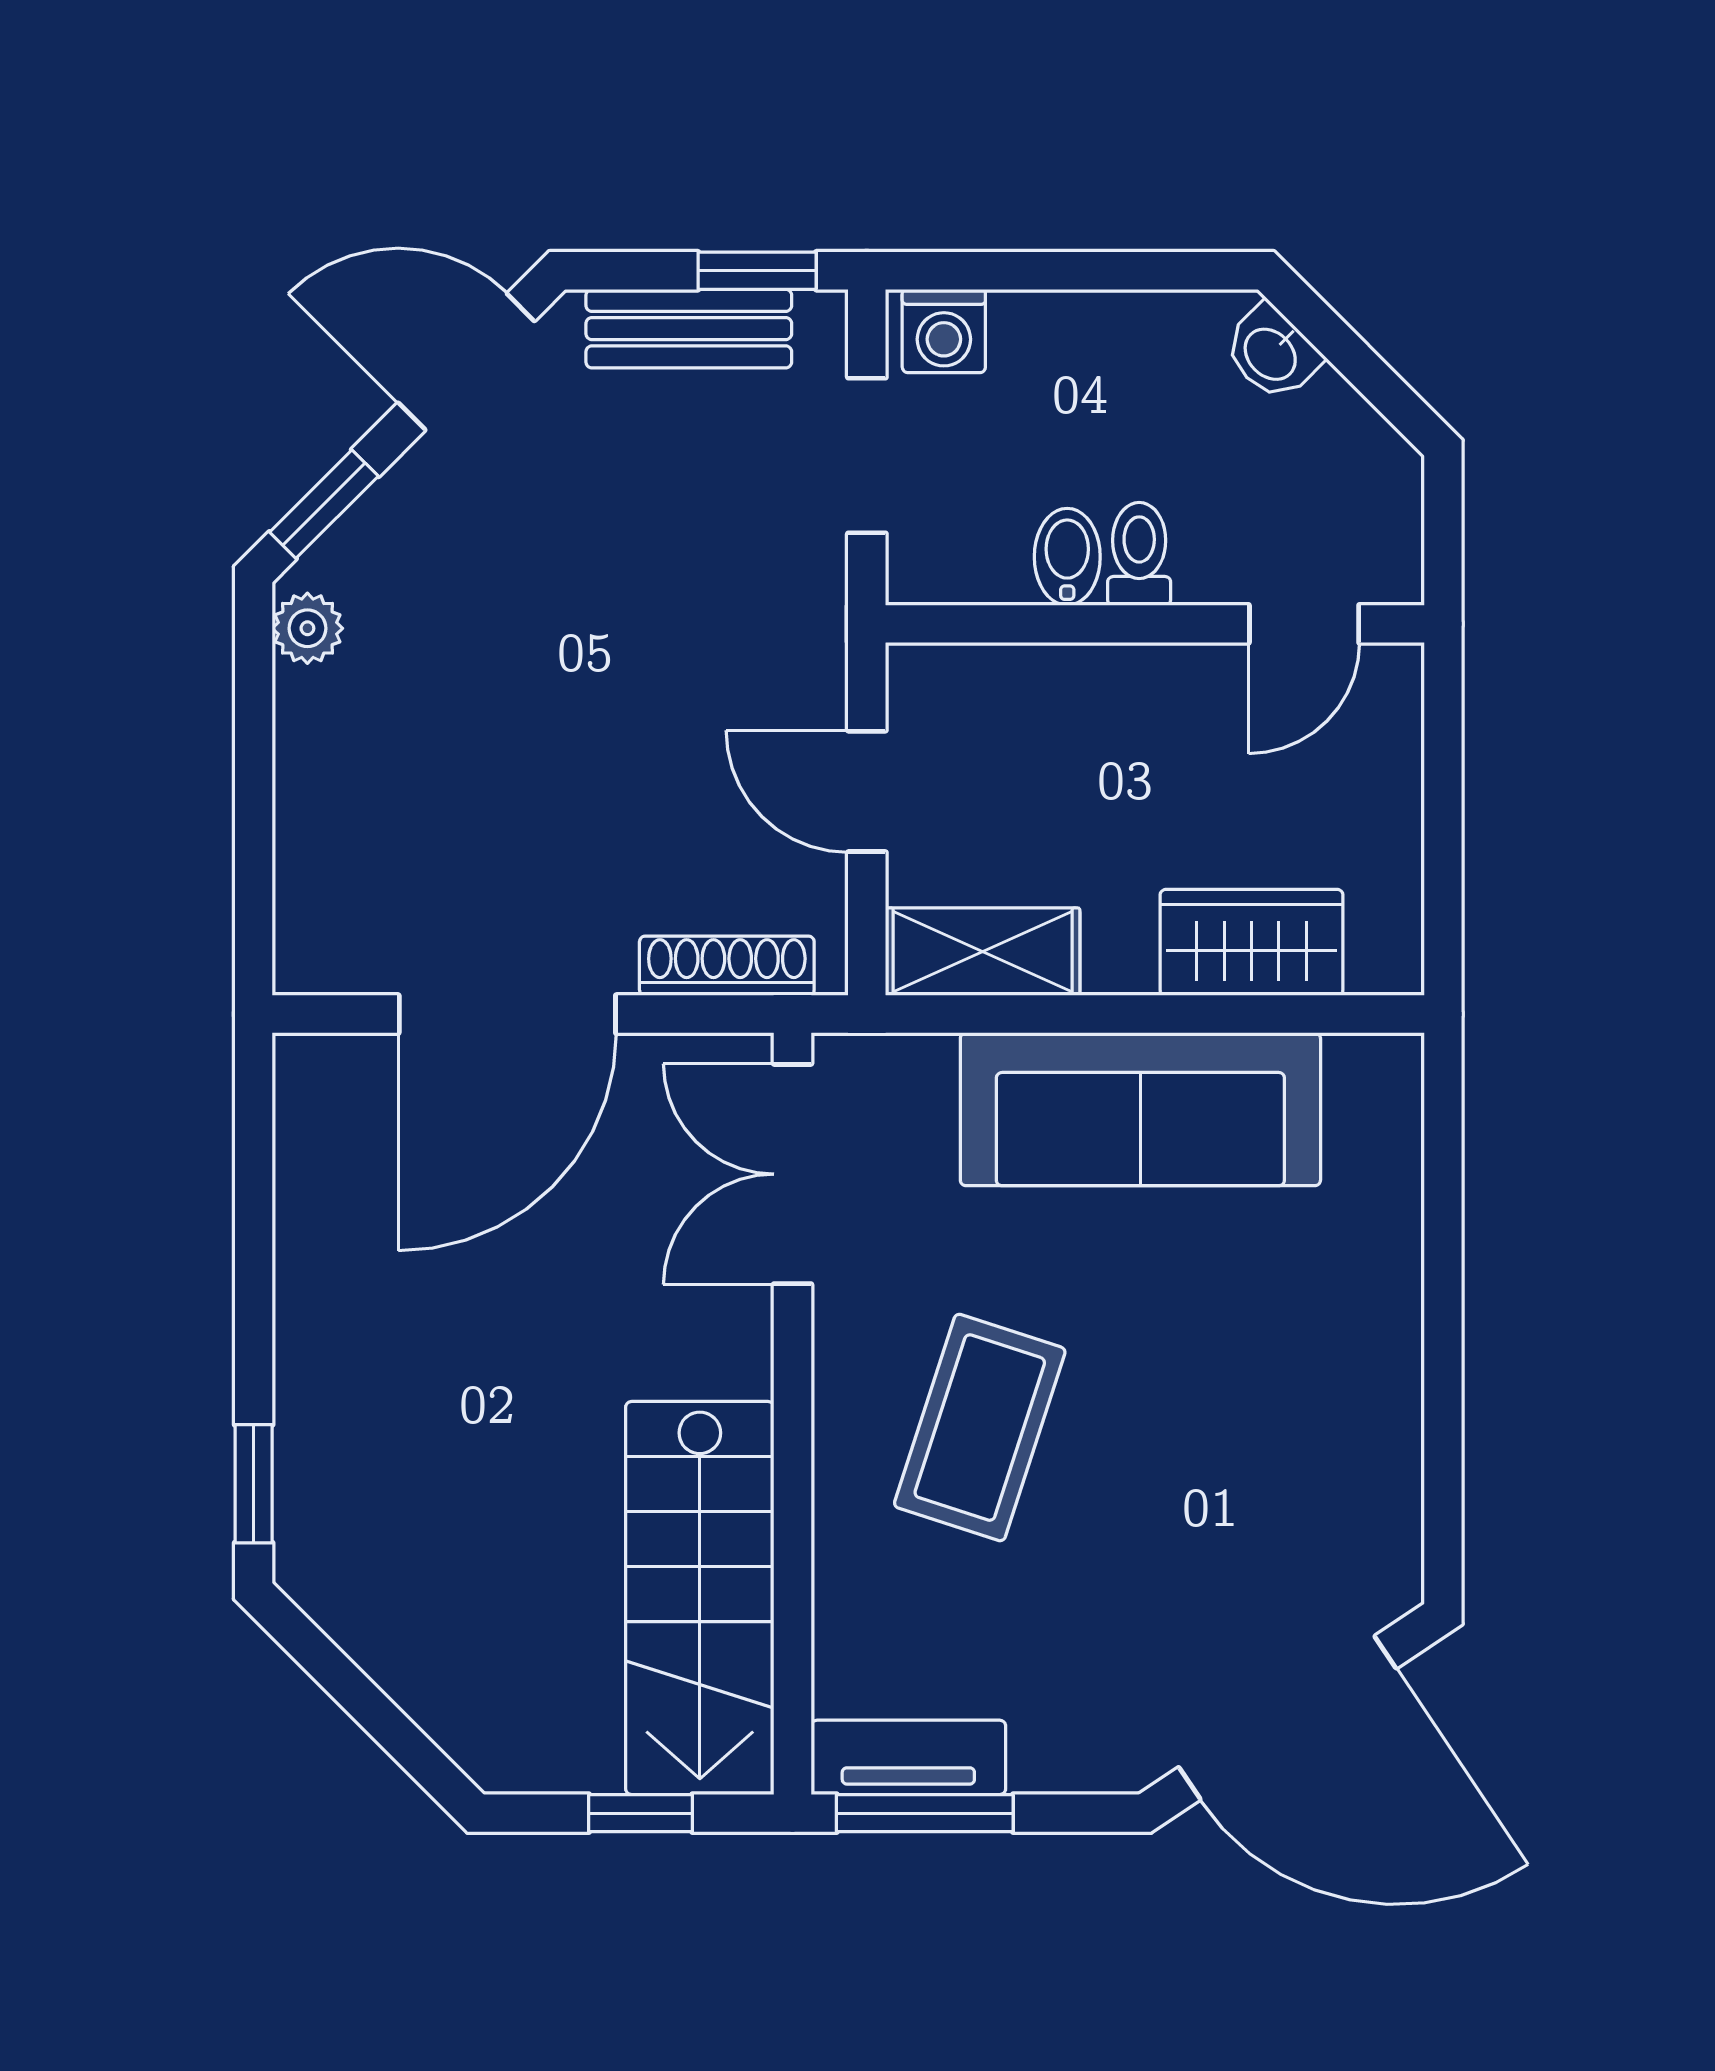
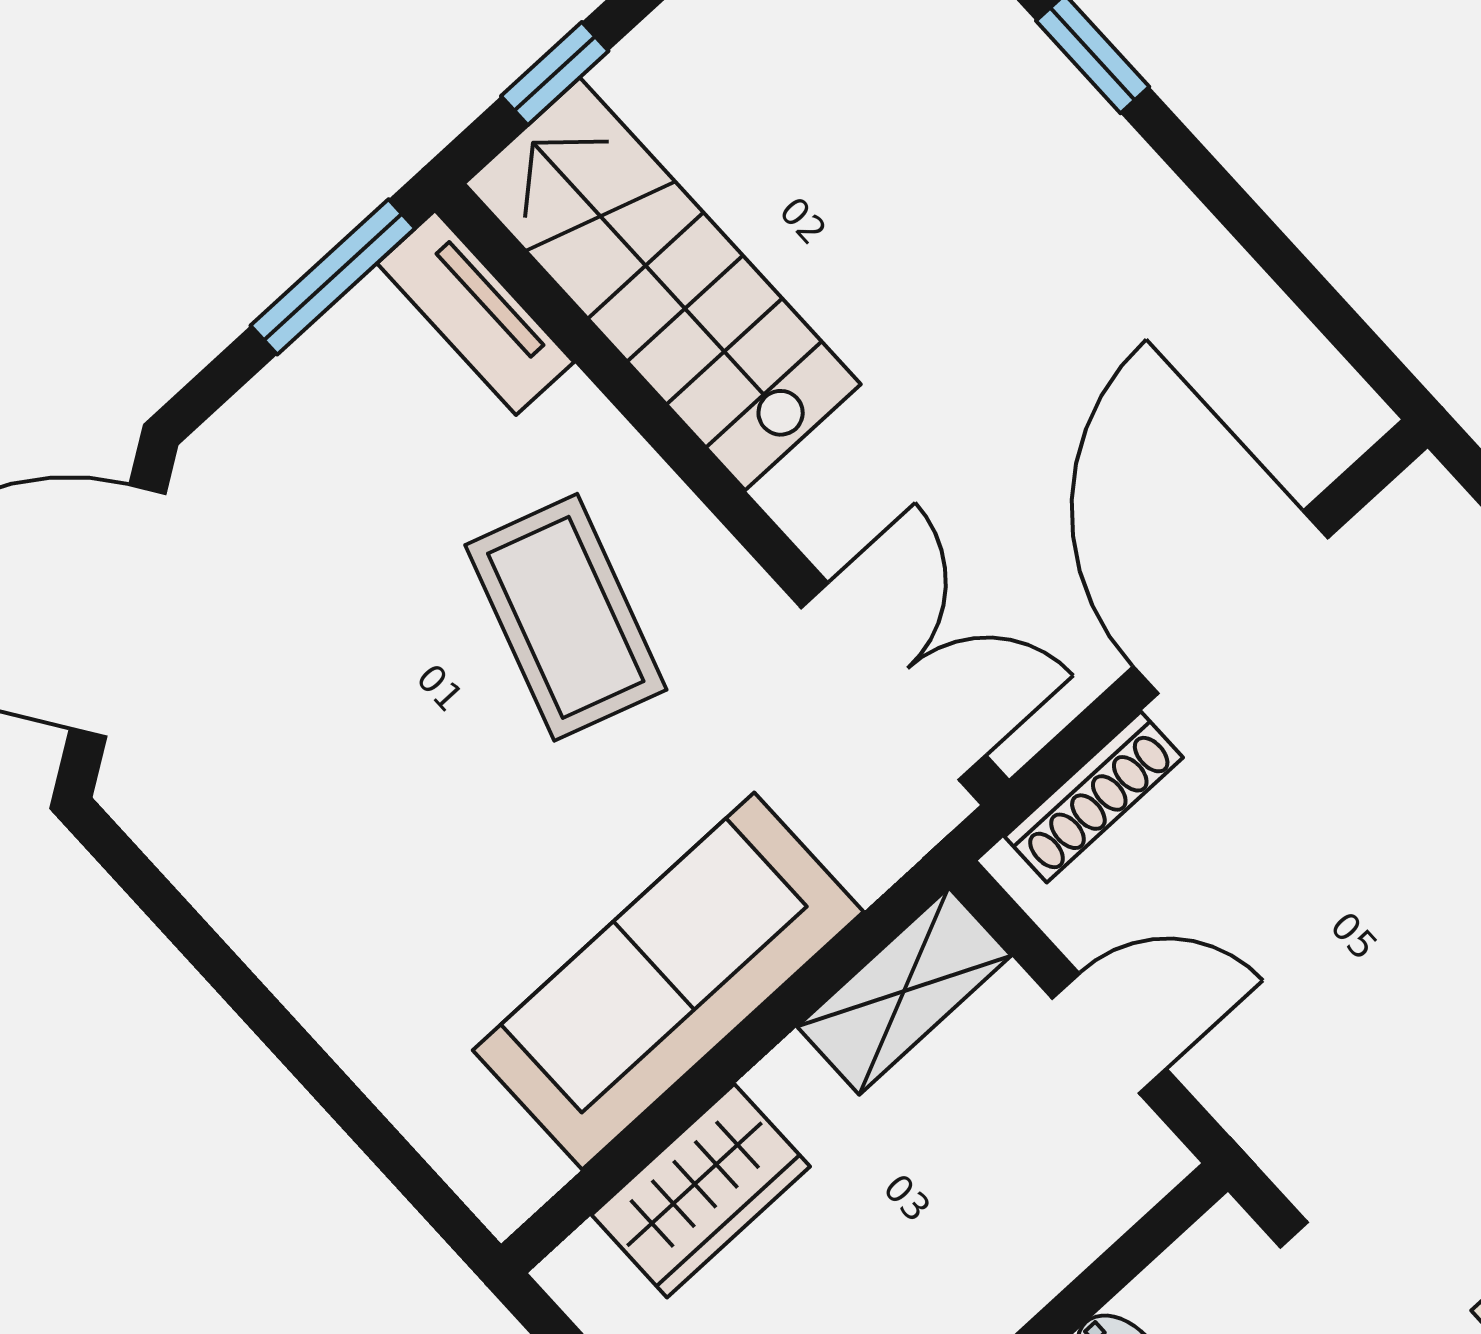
tv unit: (908, 1757) -> (476, 313), moved, turned 90

